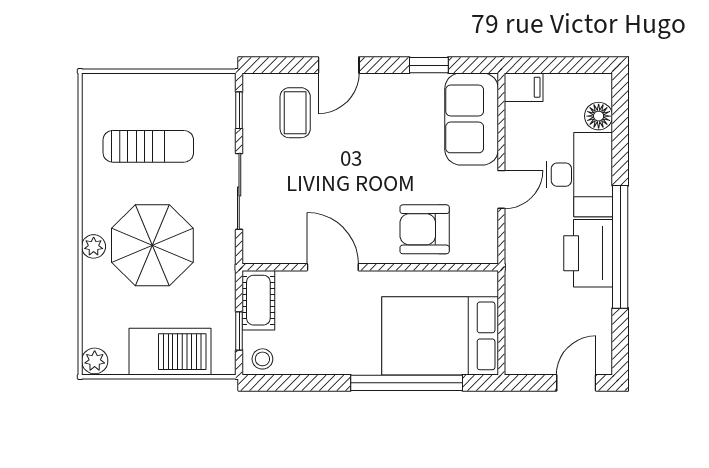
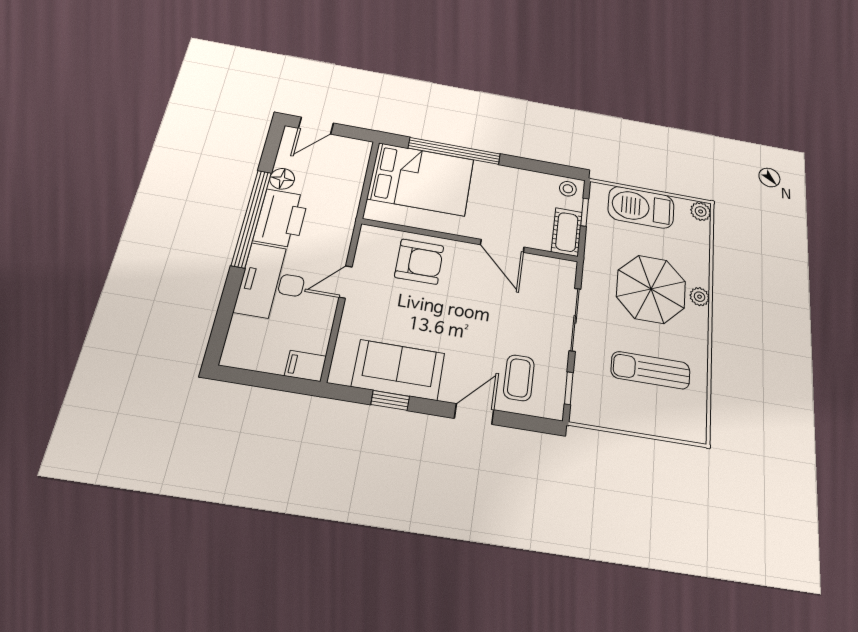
floor lamp: (599, 116) -> (282, 179), moved
sofa: (472, 119) -> (398, 370), moved, turned -90

